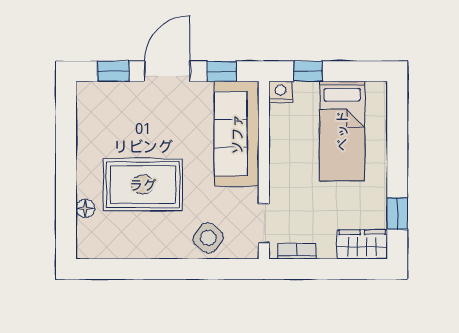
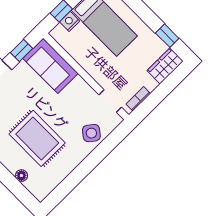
nightstand: (280, 92) -> (70, 21), moved
sofa: (237, 134) -> (51, 66), width x0.73
rug: (143, 185) -> (37, 138), turned 90

